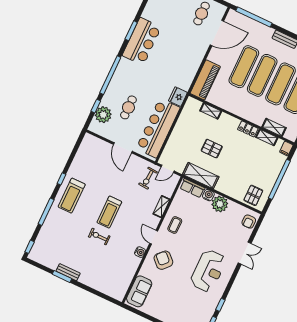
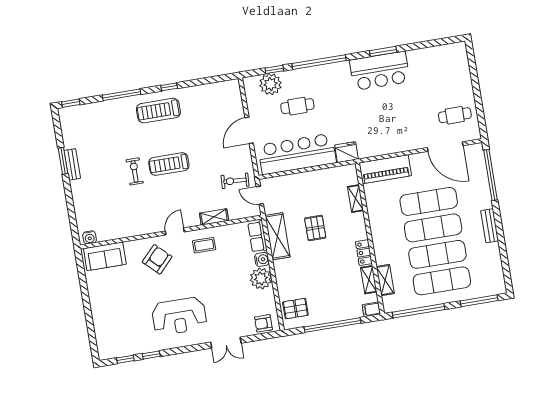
water cooler: (140, 252) -> (90, 237), moved

